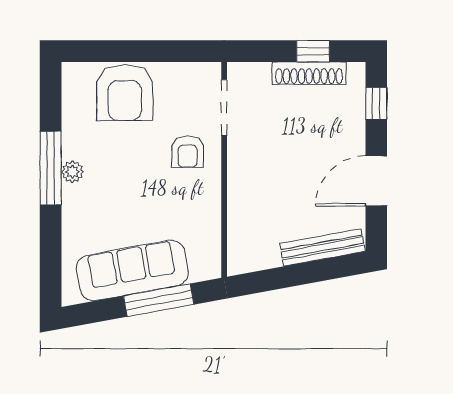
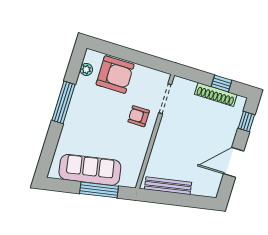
armchair: (125, 93) -> (115, 75), turned -90
armchair: (188, 152) -> (139, 116), turned 90
plant: (72, 172) -> (86, 69), moved
bench: (322, 247) -> (168, 186), moved

